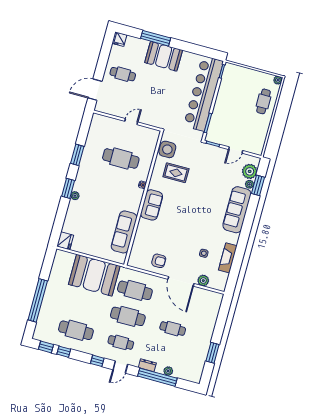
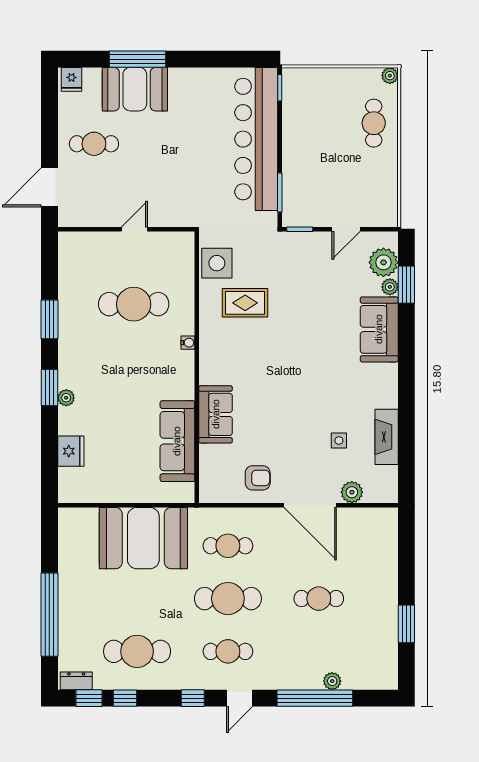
booth: (164, 56) -> (135, 89), moved
sofa: (152, 205) -> (216, 414), moved
sofa: (237, 210) -> (379, 329), width x0.73
fridge: (65, 241) -> (71, 451), moved
cafe table: (135, 290) -> (228, 546), width x0.73, depth x0.74
dresser: (147, 365) -> (76, 681), moved

